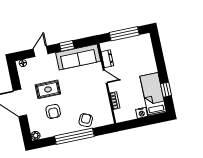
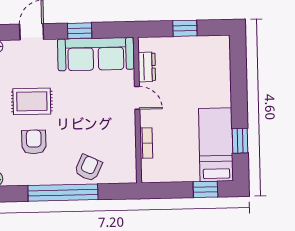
window: (124, 34) -> (185, 28), width x0.46
armchair: (53, 111) -> (34, 142), turned 180
nightstand: (142, 113) -> (189, 174), removed
window: (152, 120) -> (205, 189), added

